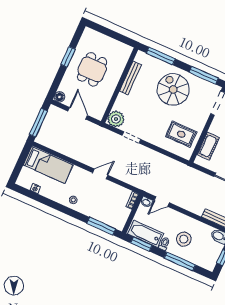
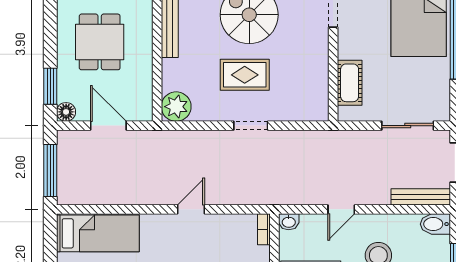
window: (68, 57) -> (50, 86), moved
rug: (181, 134) -> (245, 75), moved
doorway: (131, 137) -> (251, 126), moved
door: (162, 202) -> (341, 209), moved

